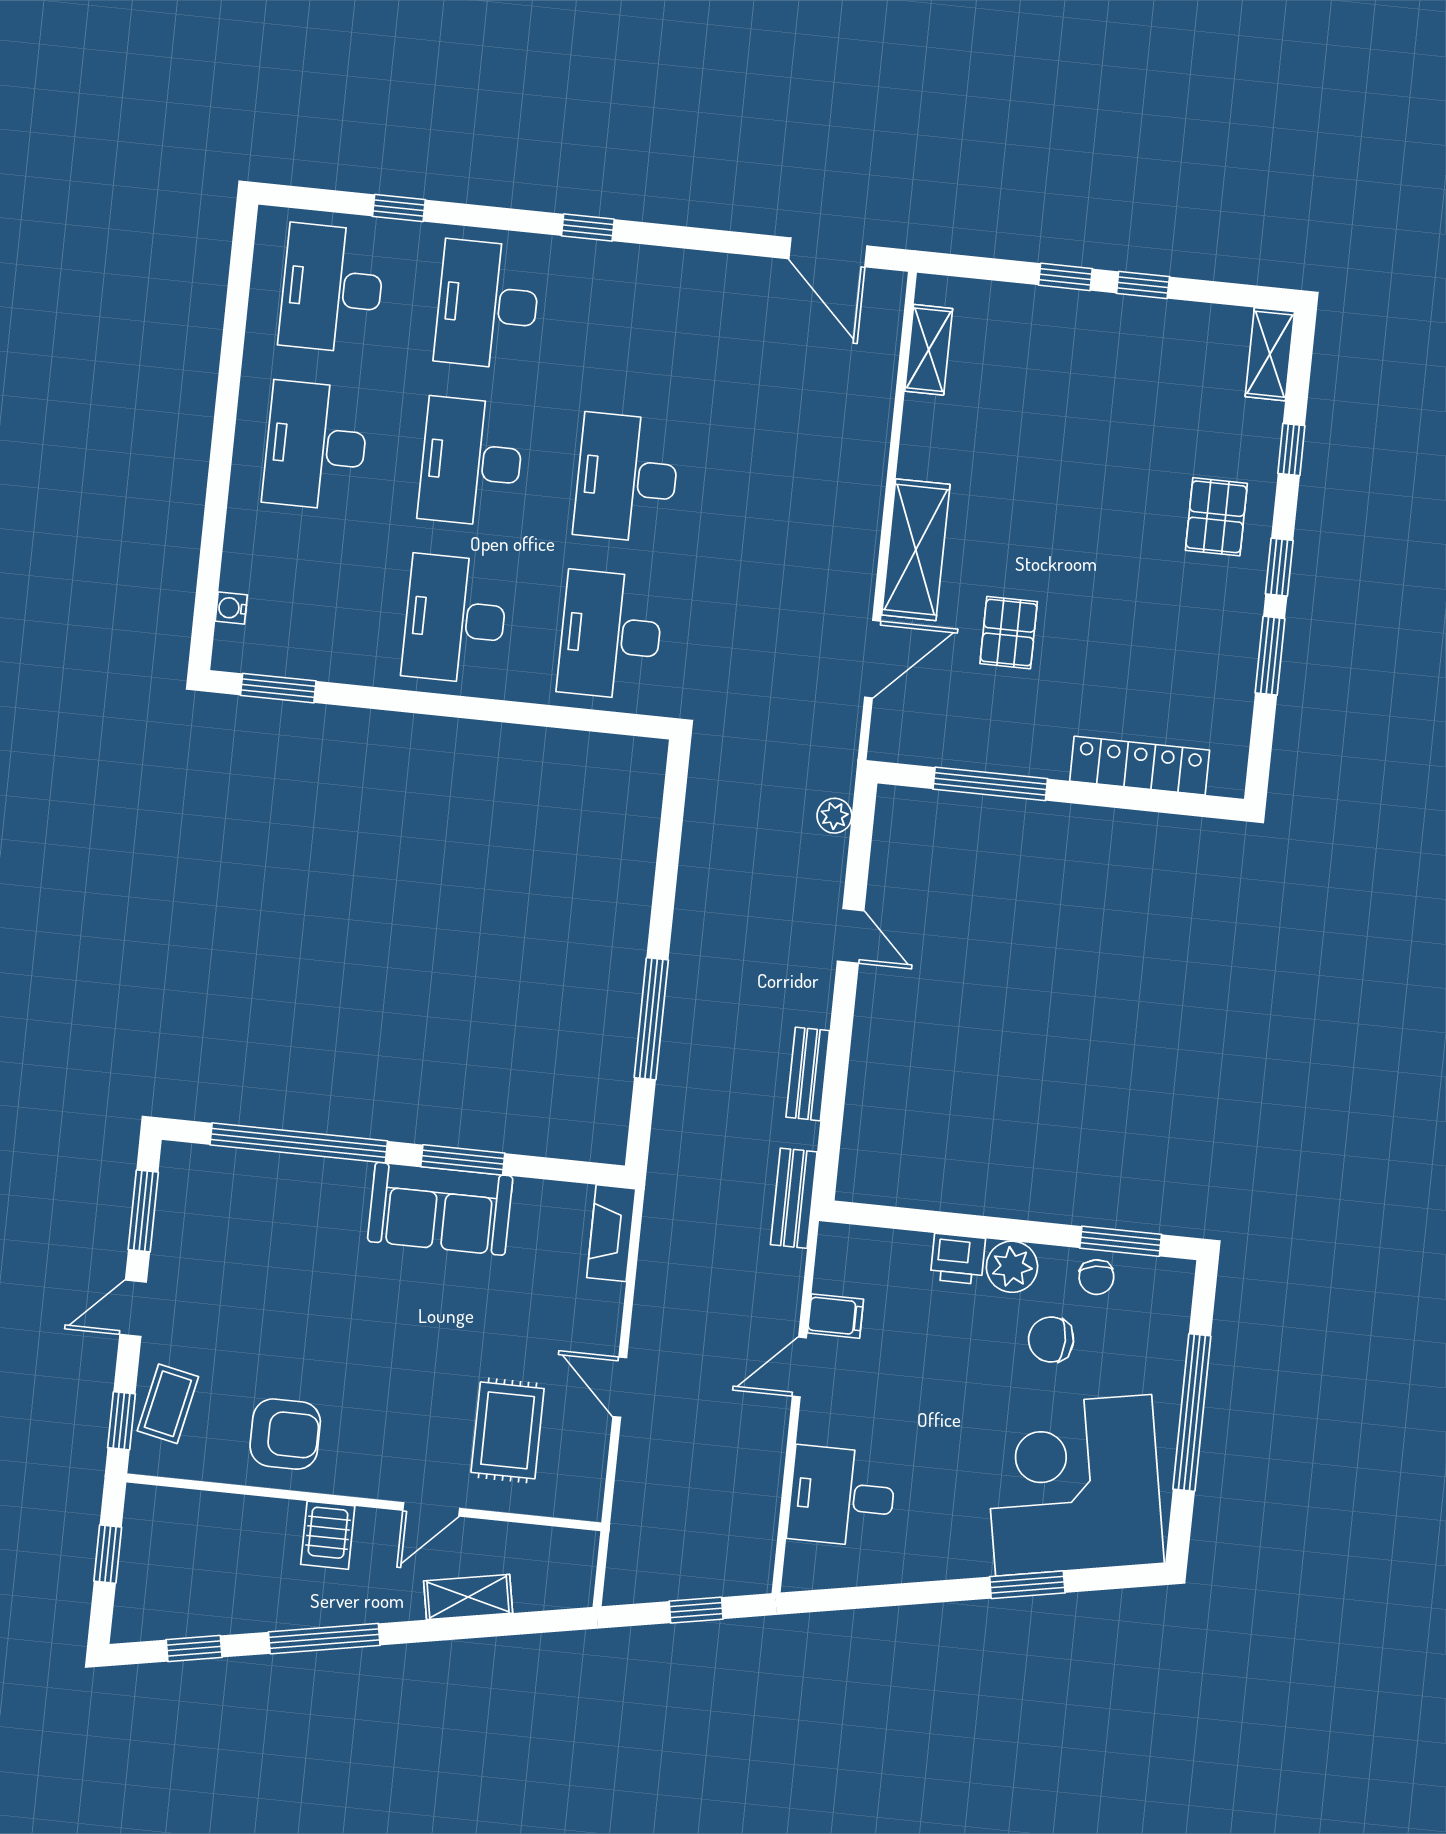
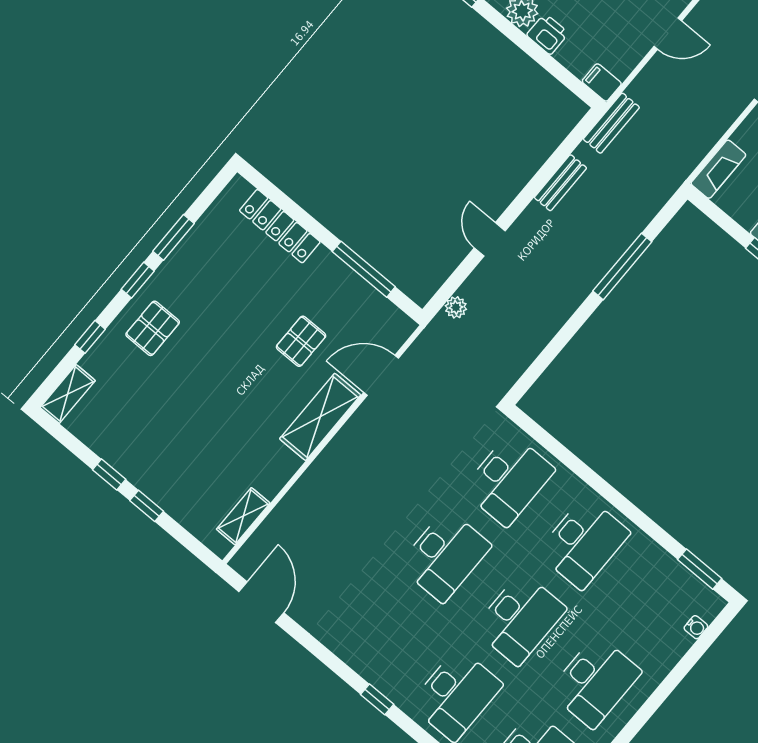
filing cabinet: (835, 1316) -> (602, 82), moved

